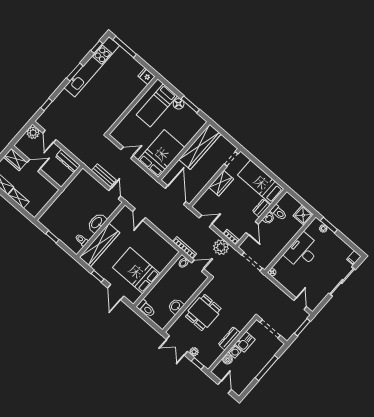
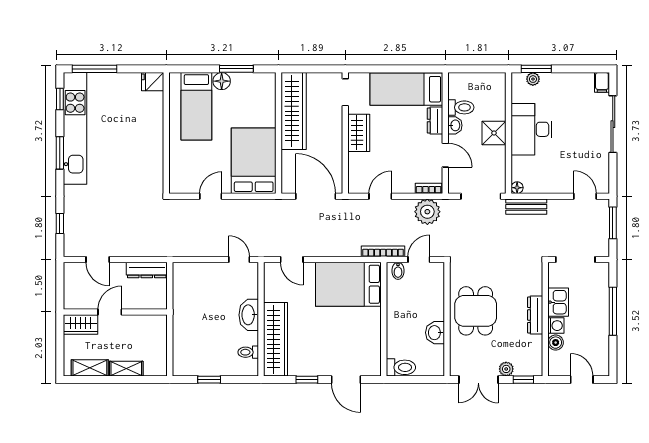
plant: (33, 133) -> (74, 272), removed
bench: (104, 175) -> (526, 207), moved
shower: (303, 215) -> (494, 133), moved
bed: (136, 271) -> (348, 284), moved

